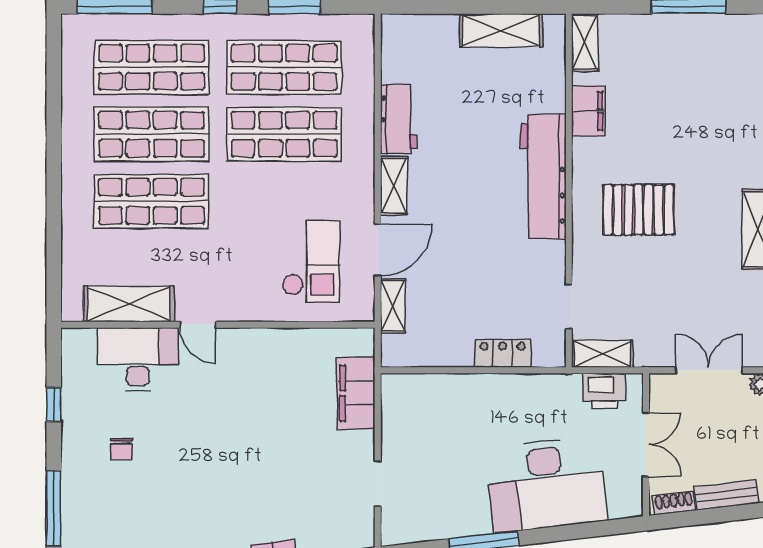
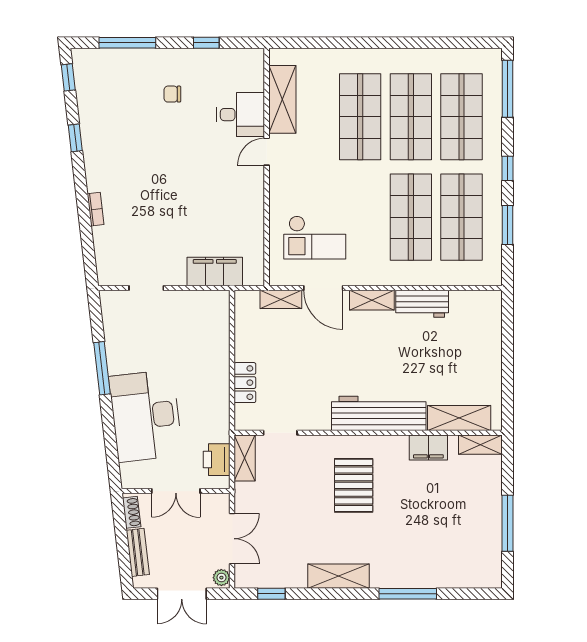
shelving: (501, 30) -> (459, 418), moved, turned 90
desk: (138, 359) -> (241, 115), width x0.73

